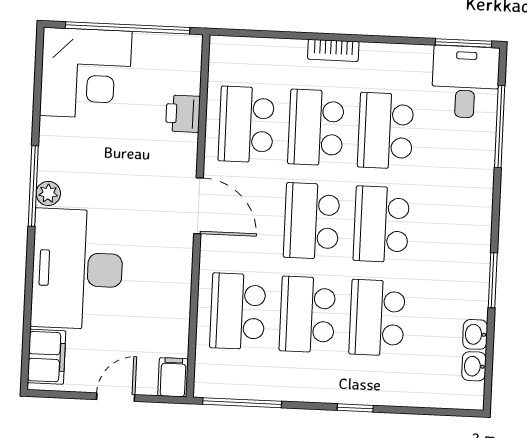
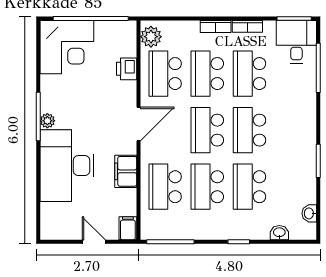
bookcase: (386, 53) -> (247, 26), added
plant: (226, 62) -> (151, 37), added
door: (198, 206) -> (138, 124), hinge flipped
washbasin: (475, 334) -> (279, 233), moved, turned 90
filing cabinet: (47, 357) -> (126, 171), moved, turned 180
door: (116, 397) -> (94, 242), hinge flipped

